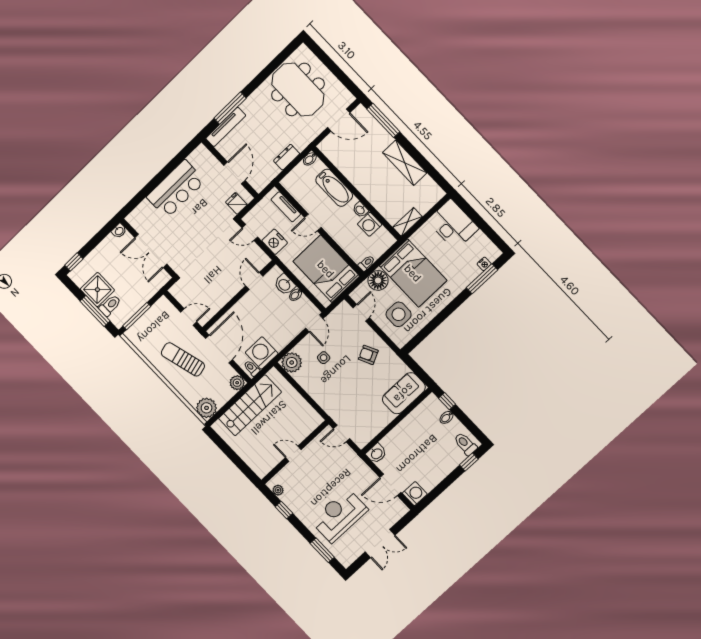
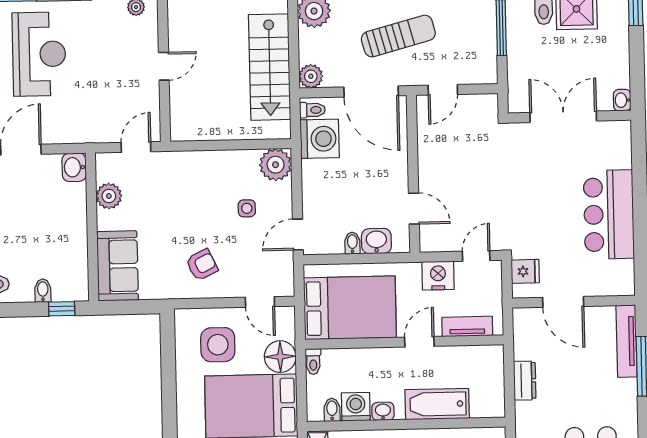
bidet: (310, 159) -> (332, 410), moved
door: (314, 323) -> (298, 234), hinge flipped
plant: (375, 426) -> (109, 196), added

